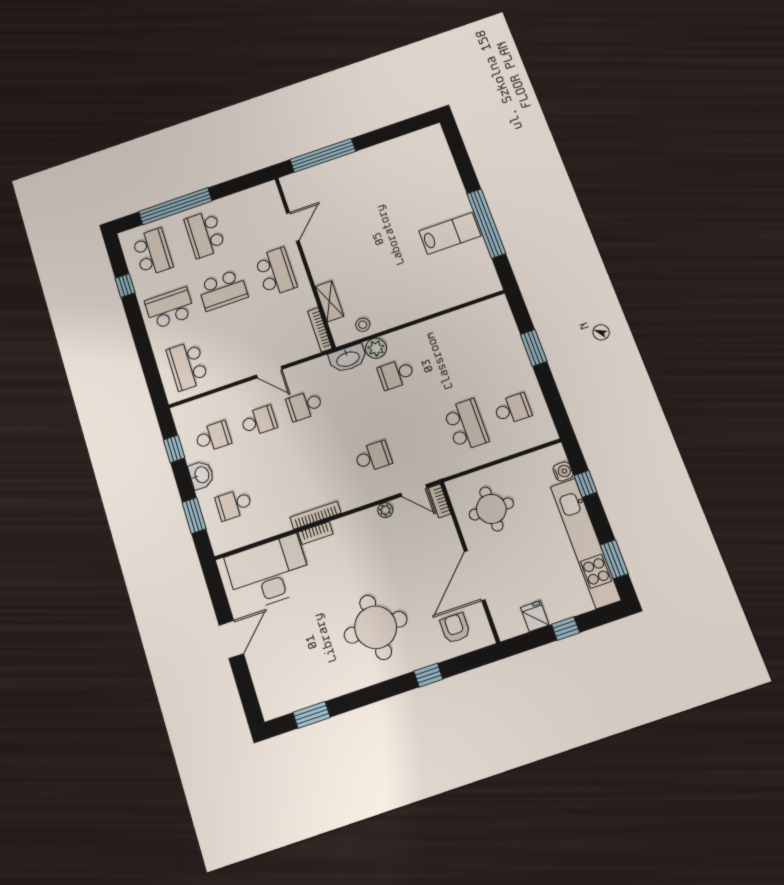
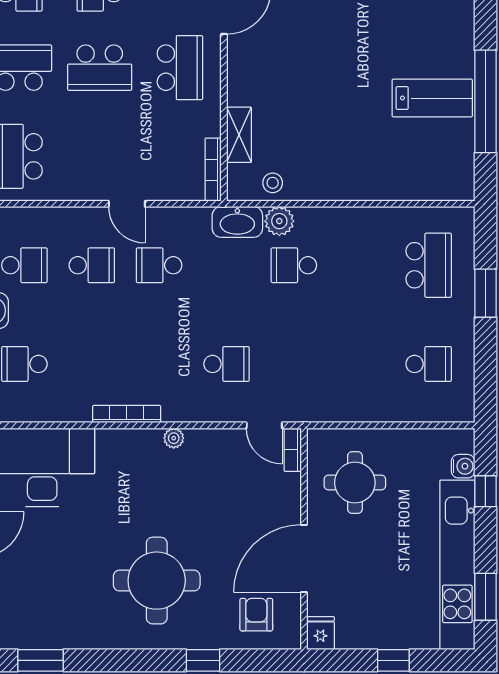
school desk: (466, 425) -> (429, 265), moved
plant: (385, 510) -> (174, 438), moved
bookcase: (315, 533) -> (119, 437), removed
fridge: (535, 616) -> (320, 633), moved

